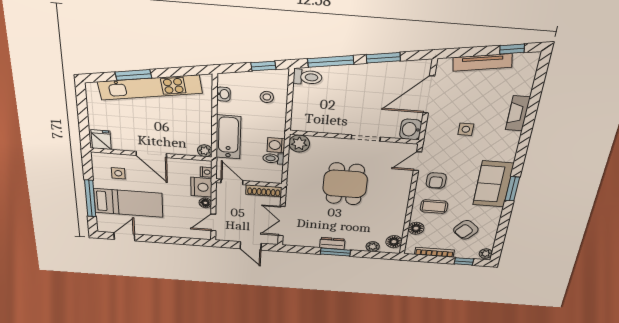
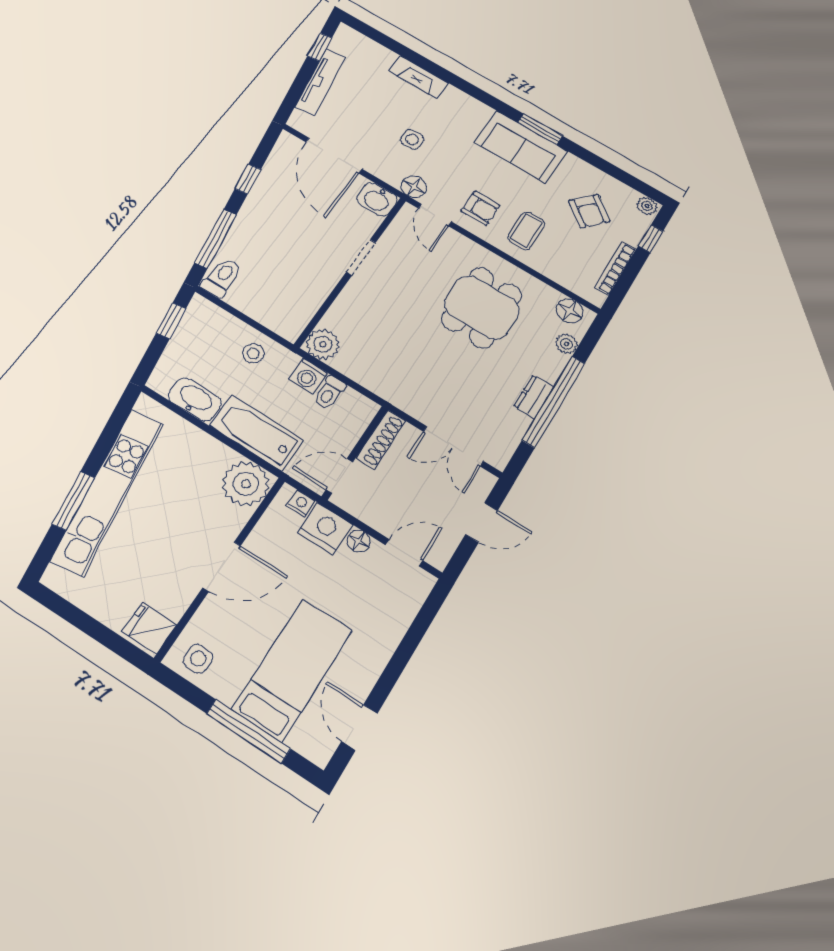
window: (383, 58) -> (248, 179), width x0.67
washbasin: (223, 94) -> (195, 399), width x1.91, depth x1.45
stool: (267, 97) -> (253, 353), moved
plant: (205, 151) -> (246, 484), width x1.88, depth x1.88
side table: (118, 173) -> (198, 659), moved
dining table: (345, 184) -> (482, 307), moved, turned 90
door: (213, 222) -> (404, 553), swing flipped
floor lamp: (416, 228) -> (414, 187), moved
window: (335, 252) -> (554, 401), width x2.11

